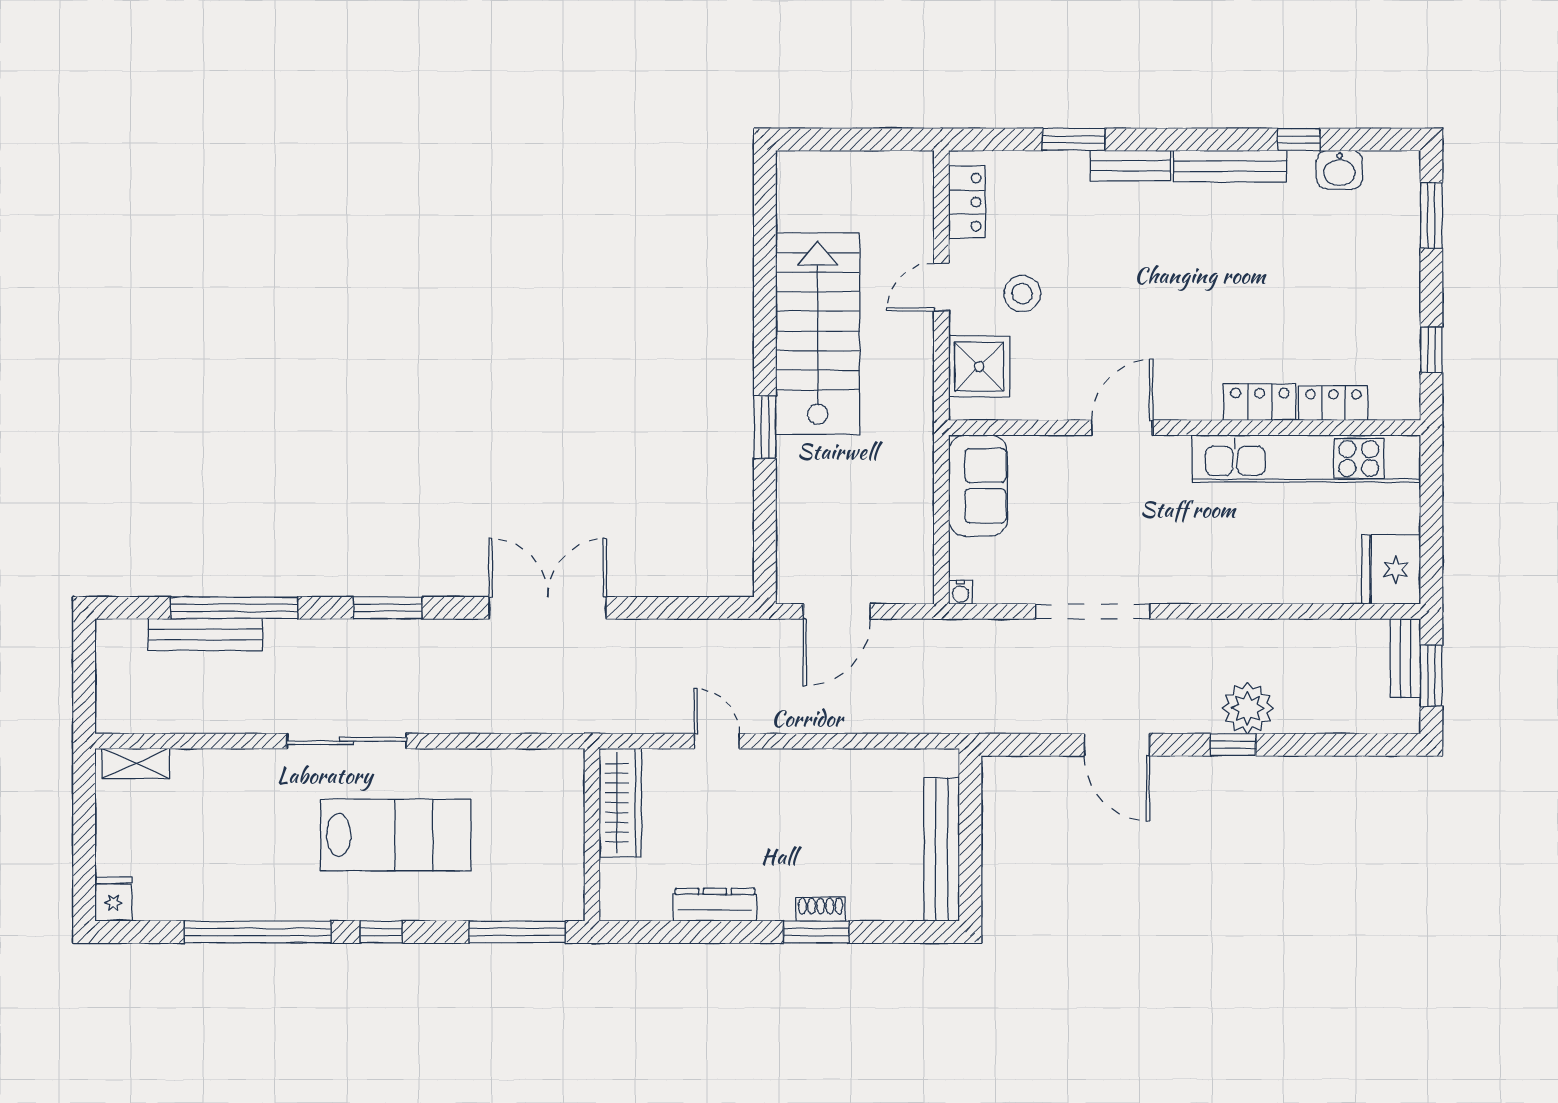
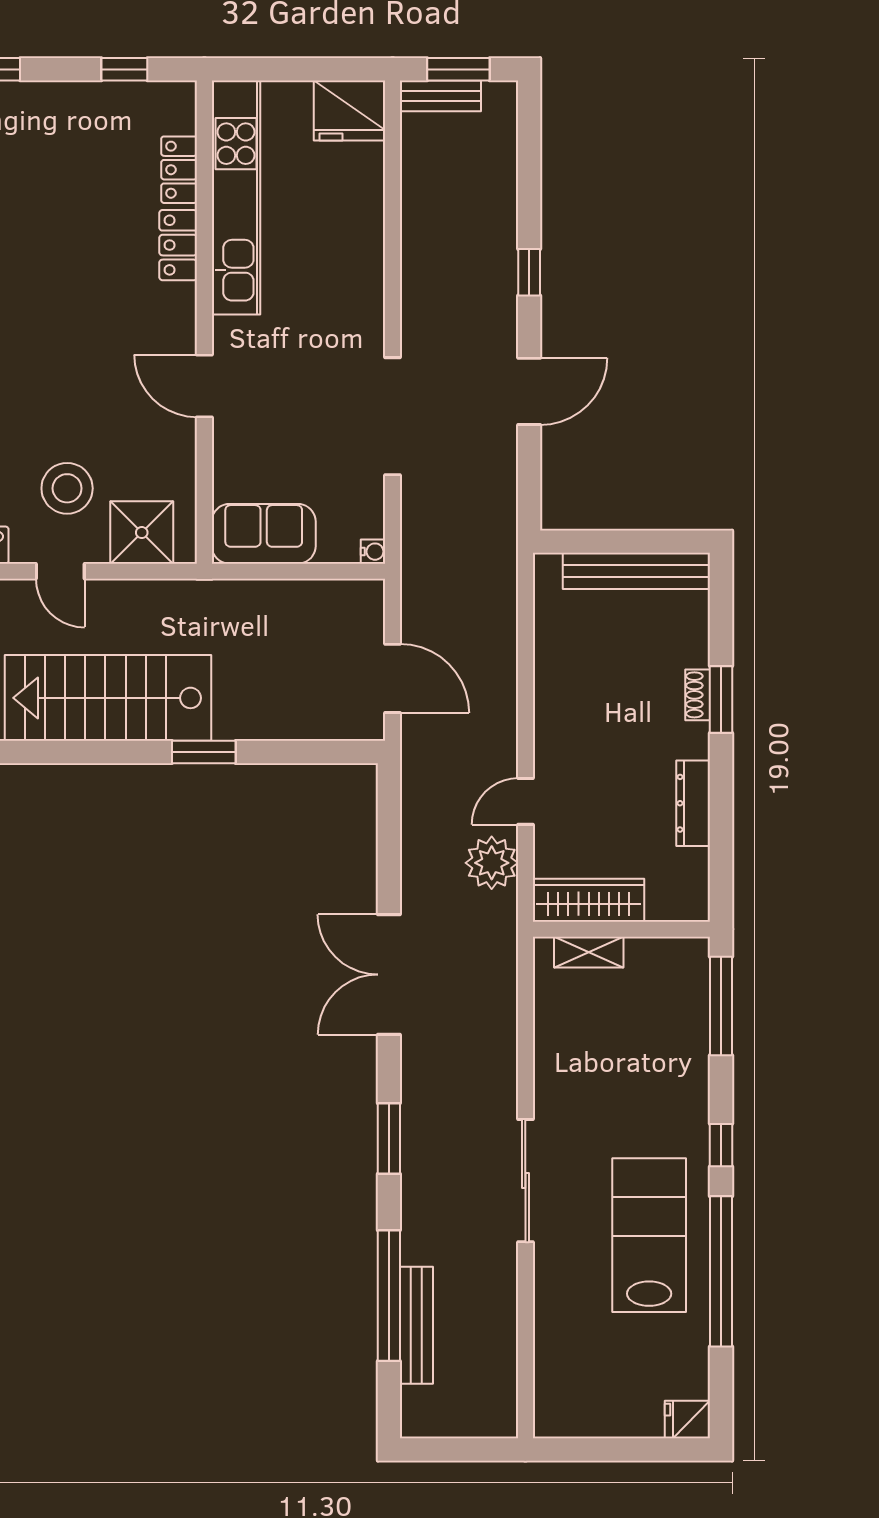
stool: (1022, 294) -> (67, 488), width x1.38, depth x1.38
plant: (1248, 708) -> (492, 863), moved
shelving: (136, 763) -> (589, 952), moved, turned 90
lab bench: (396, 835) -> (649, 1235), moved

